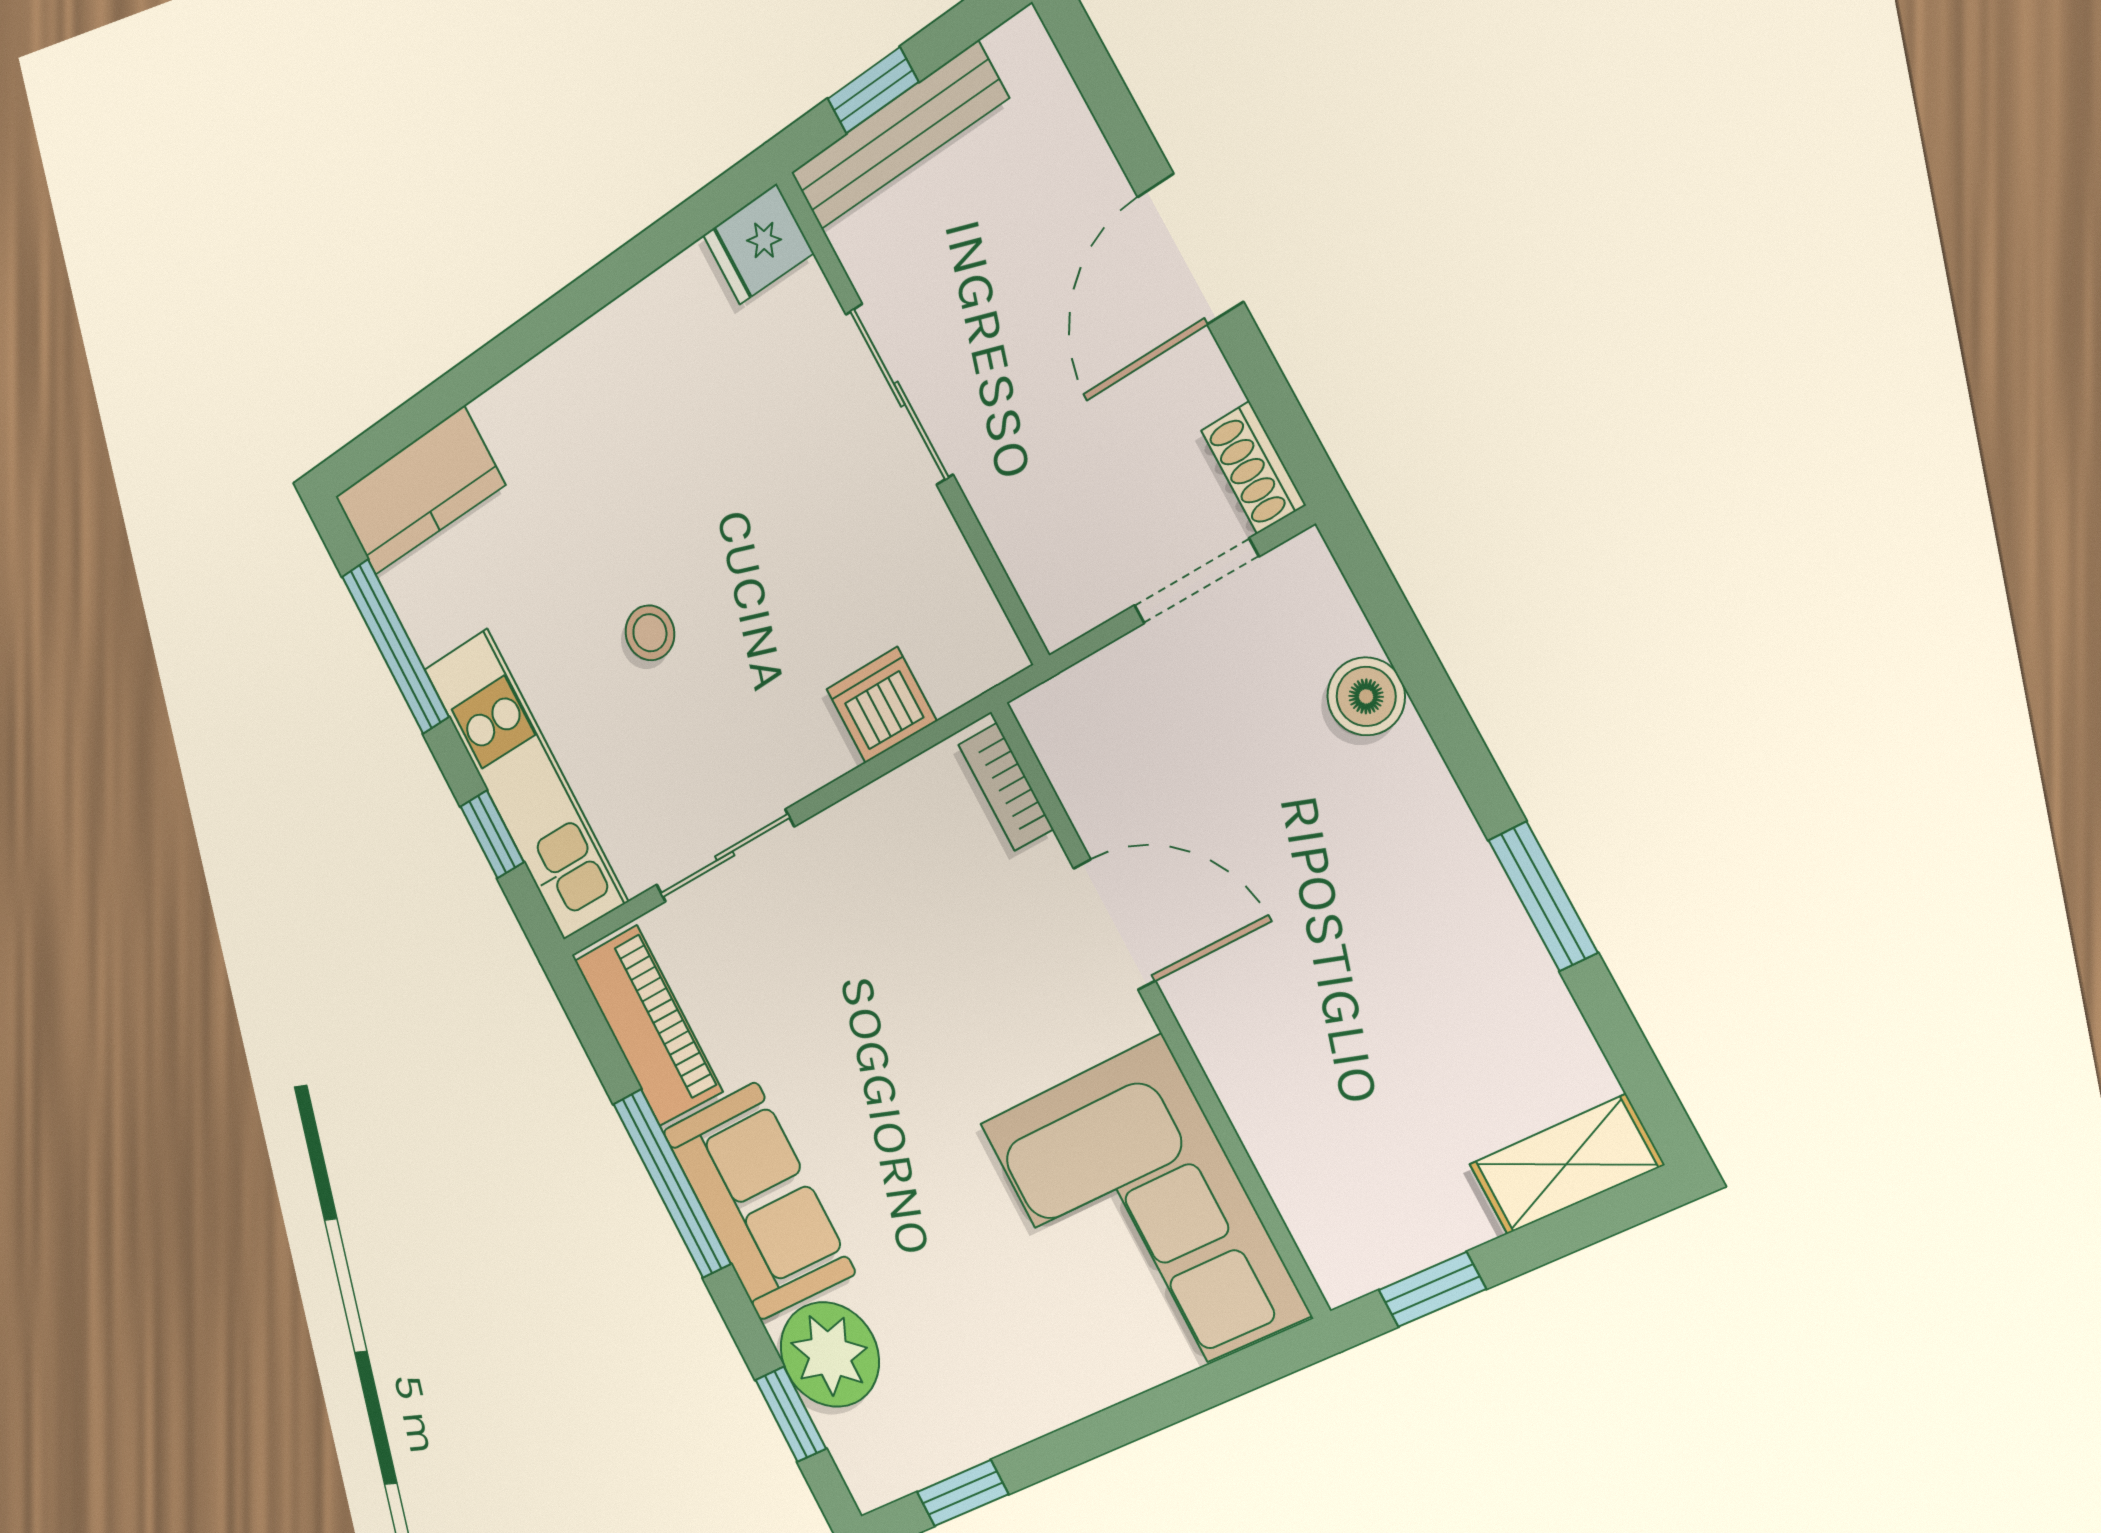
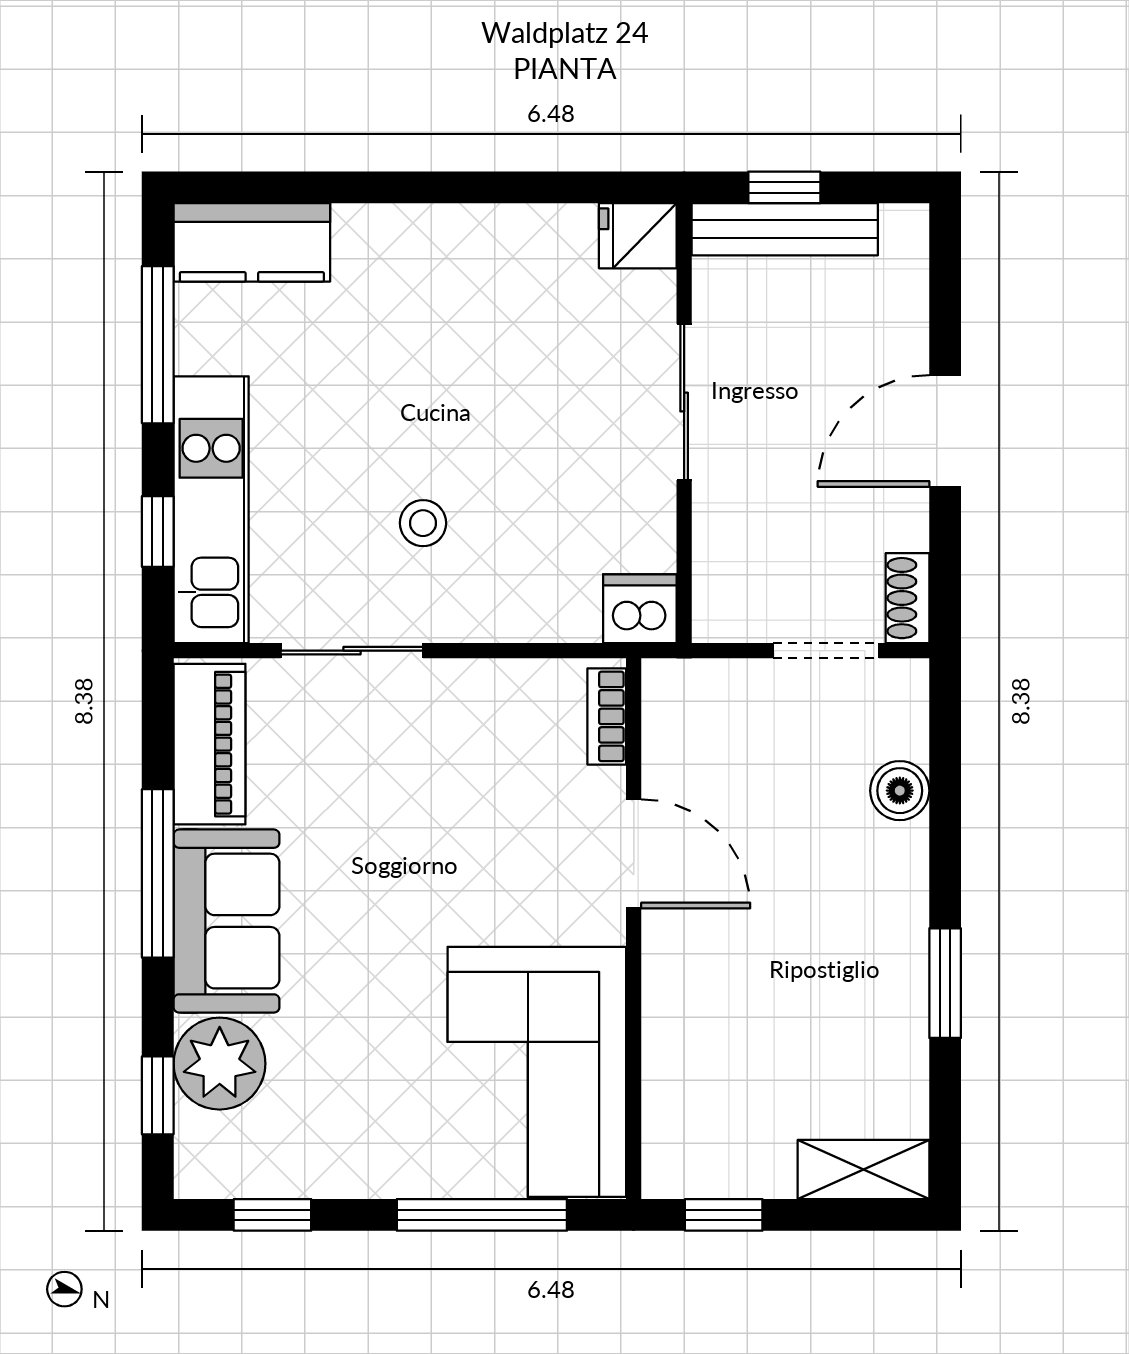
stool: (650, 633) -> (423, 523), moved
dishwasher: (881, 705) -> (640, 609), moved
window: (1170, 1403) -> (482, 1215), added

